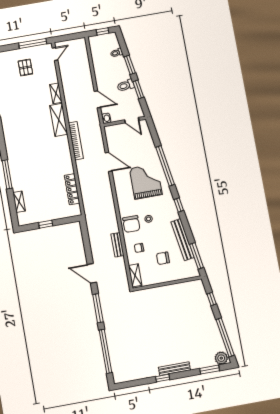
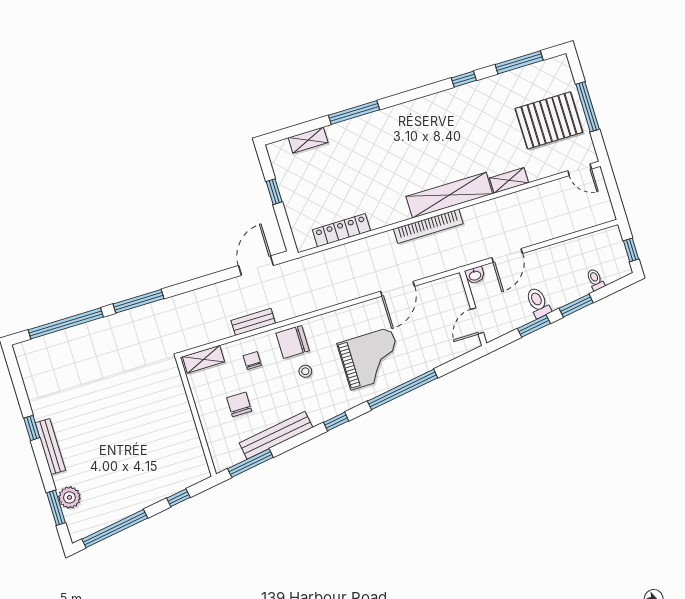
window: (33, 43) -> (588, 107), moved
pallet: (25, 67) -> (549, 120), width x2.05, depth x2.00
shelving: (59, 120) -> (449, 195), width x1.47
door: (92, 273) -> (256, 266), moved
plant: (221, 358) -> (69, 497), moved

